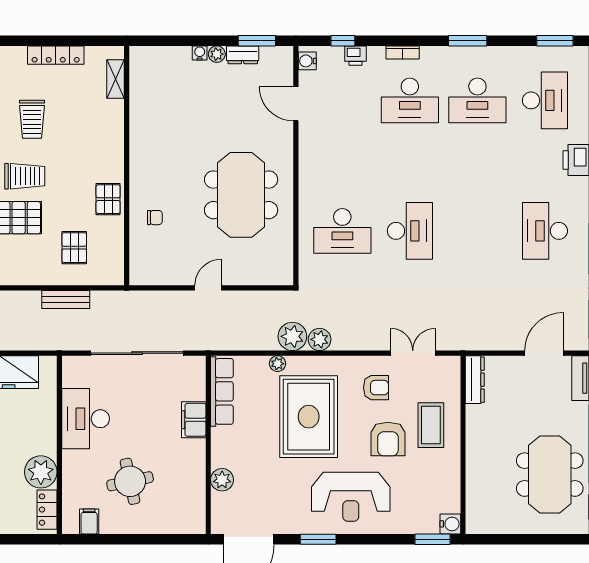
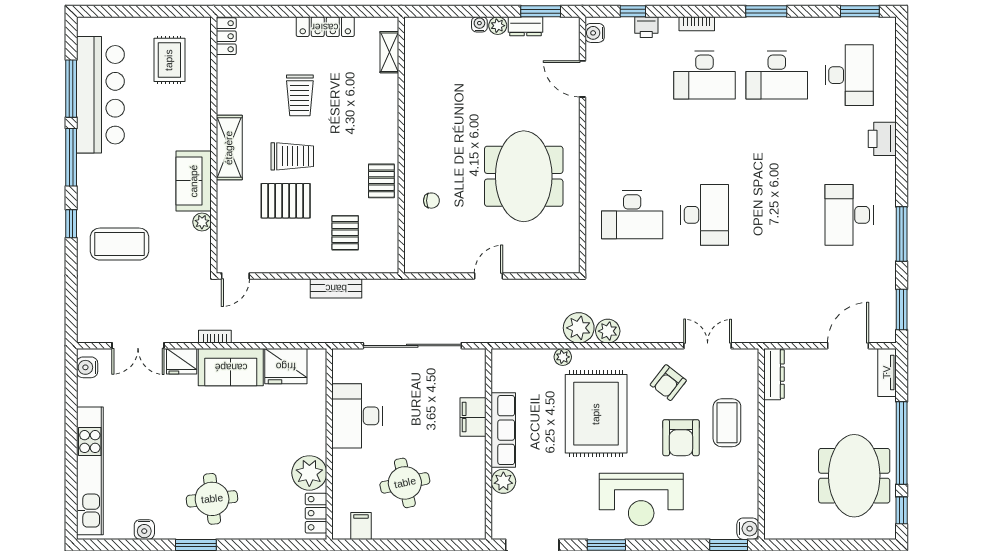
armchair: (376, 388) -> (668, 383), turned 128
row of seats: (222, 391) -> (503, 430), moved

